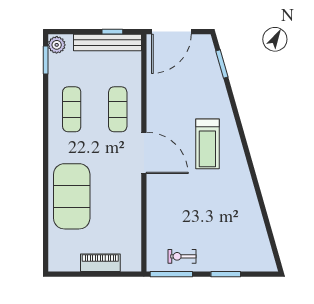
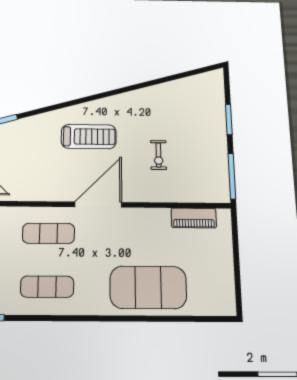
exercise bike: (182, 256) -> (158, 155), moved
piano: (100, 263) -> (194, 218), moved, turned -90

